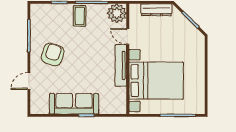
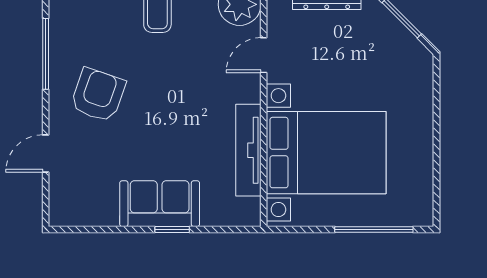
door: (128, 36) -> (264, 55), hinge flipped
tv unit: (121, 65) -> (248, 150), moved
sofa: (74, 104) -> (160, 204), width x0.73

